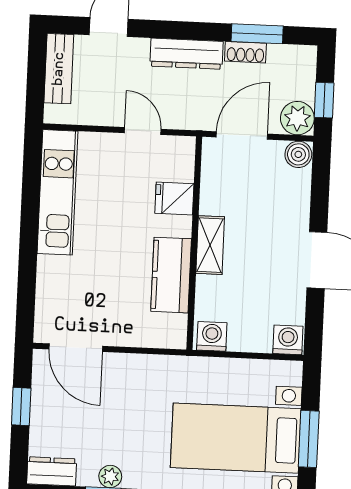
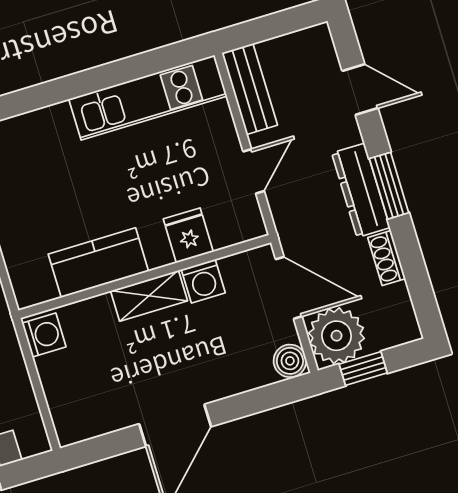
window: (257, 34) -> (389, 186), moved
bench: (59, 69) -> (250, 89), moved, turned 90
plant: (297, 118) -> (336, 336), width x1.36, depth x1.36
washing machine: (288, 340) -> (203, 281), moved, turned 90

